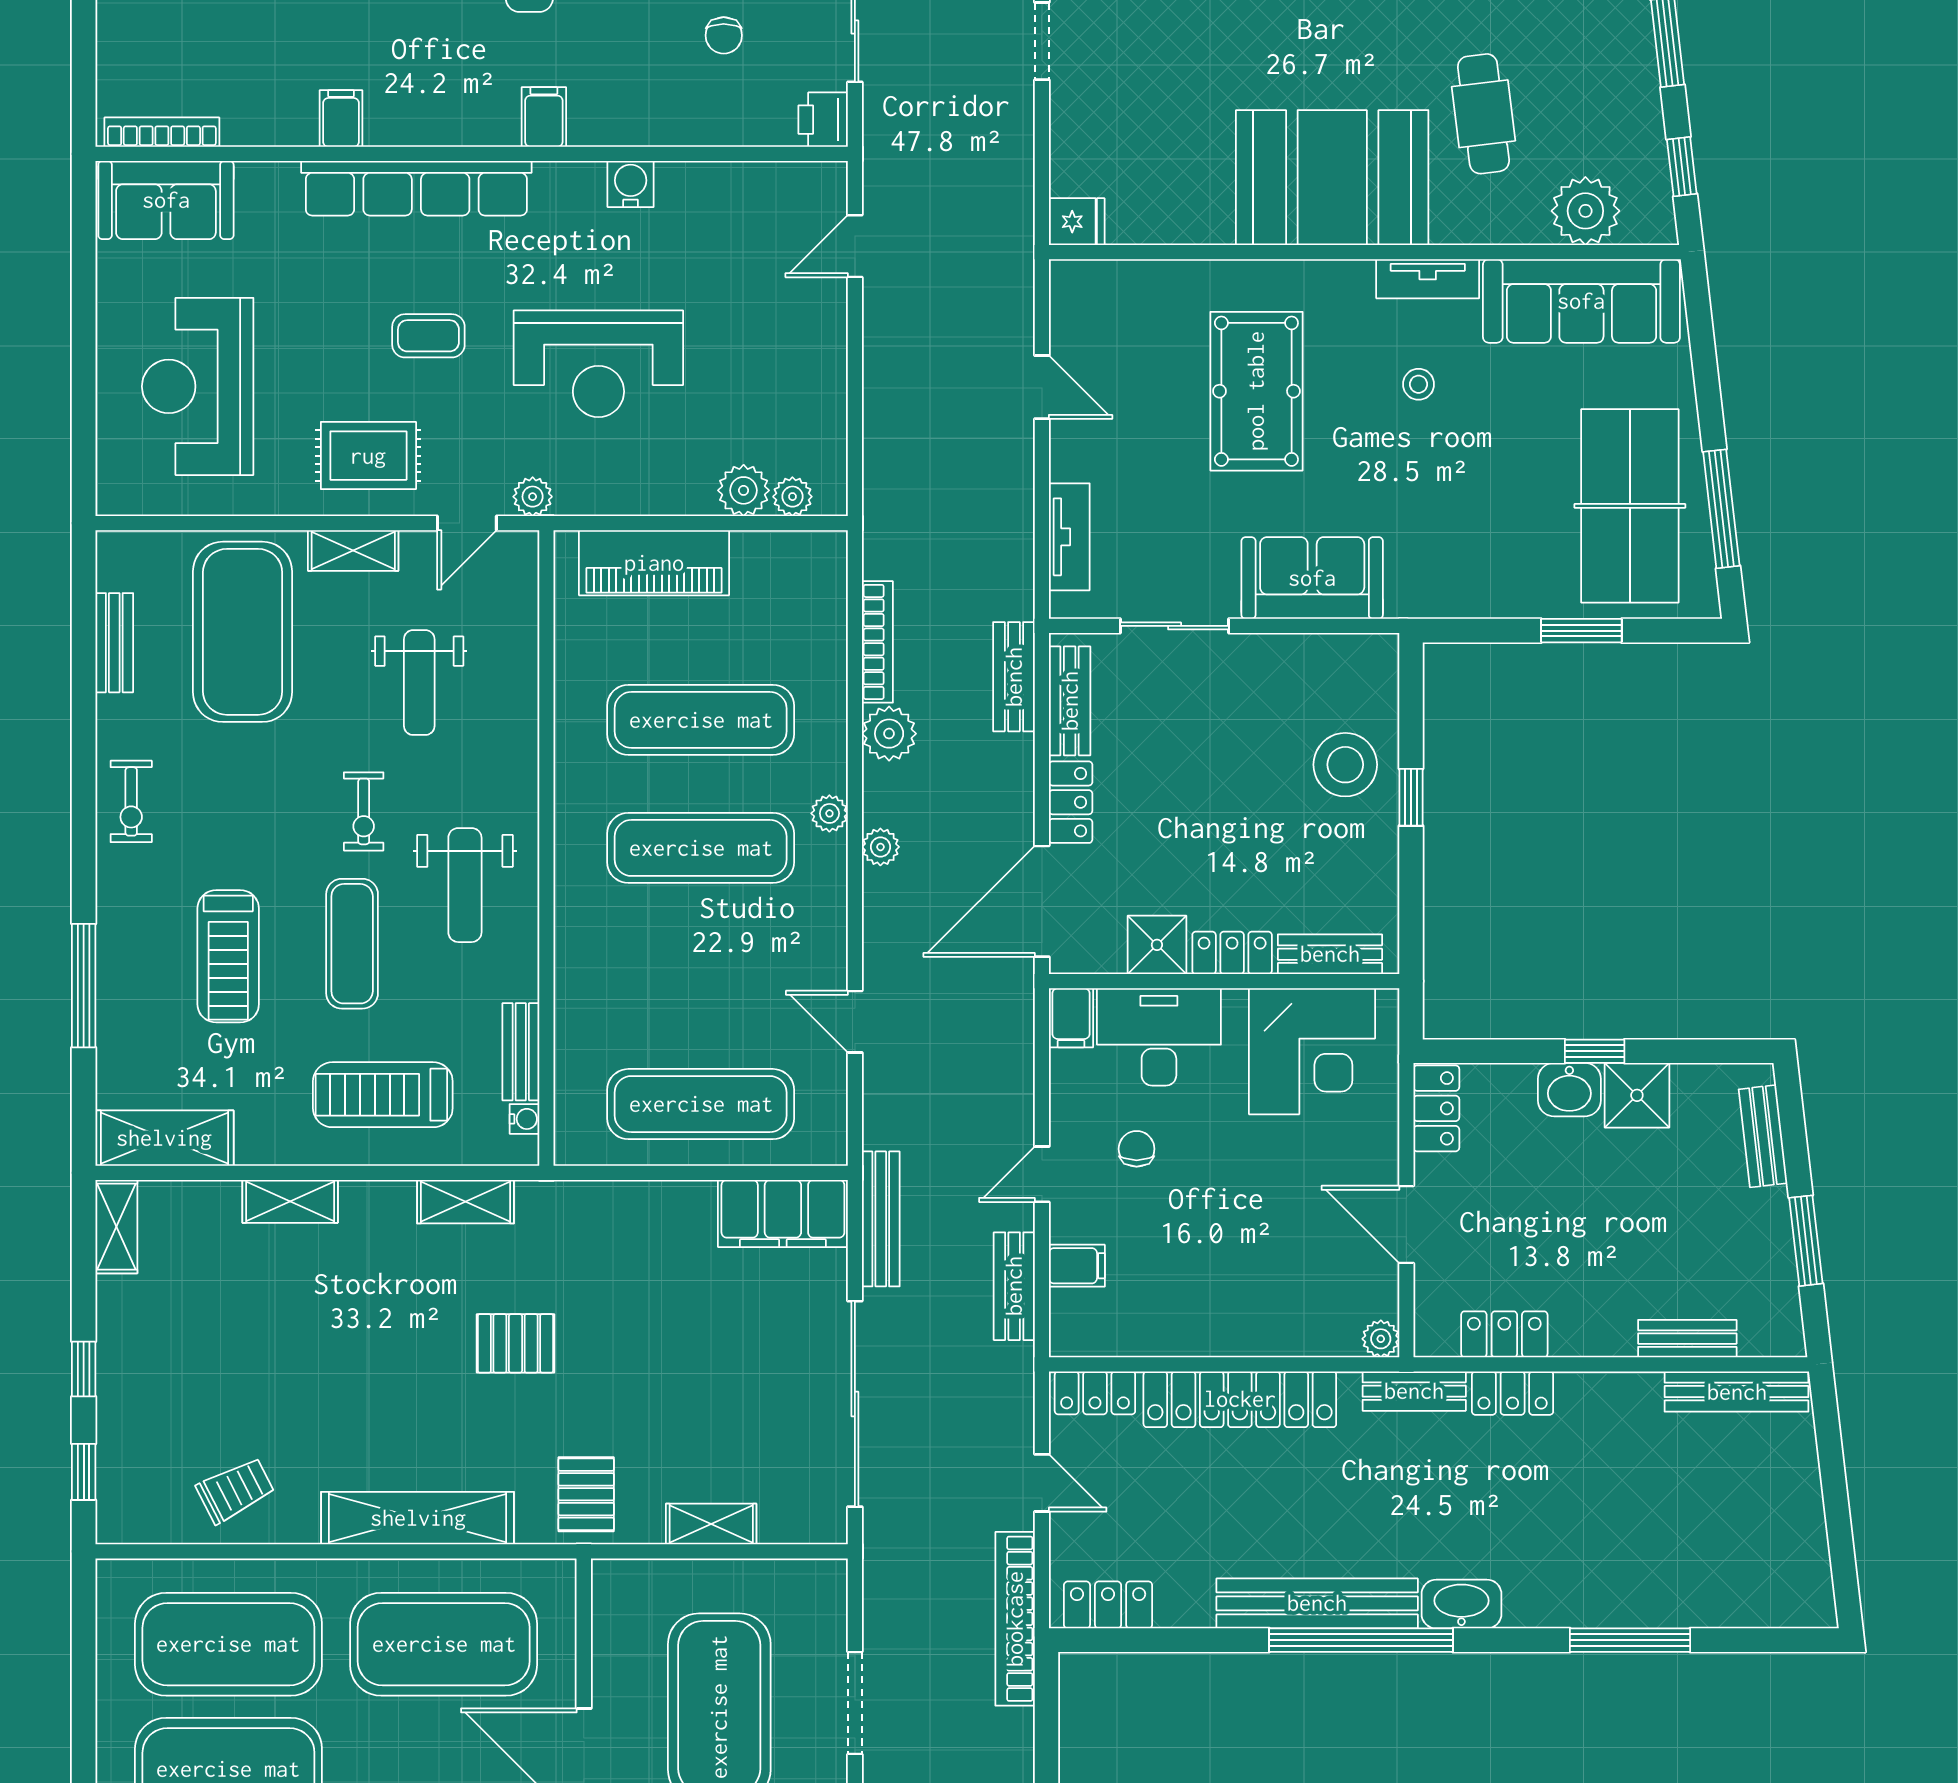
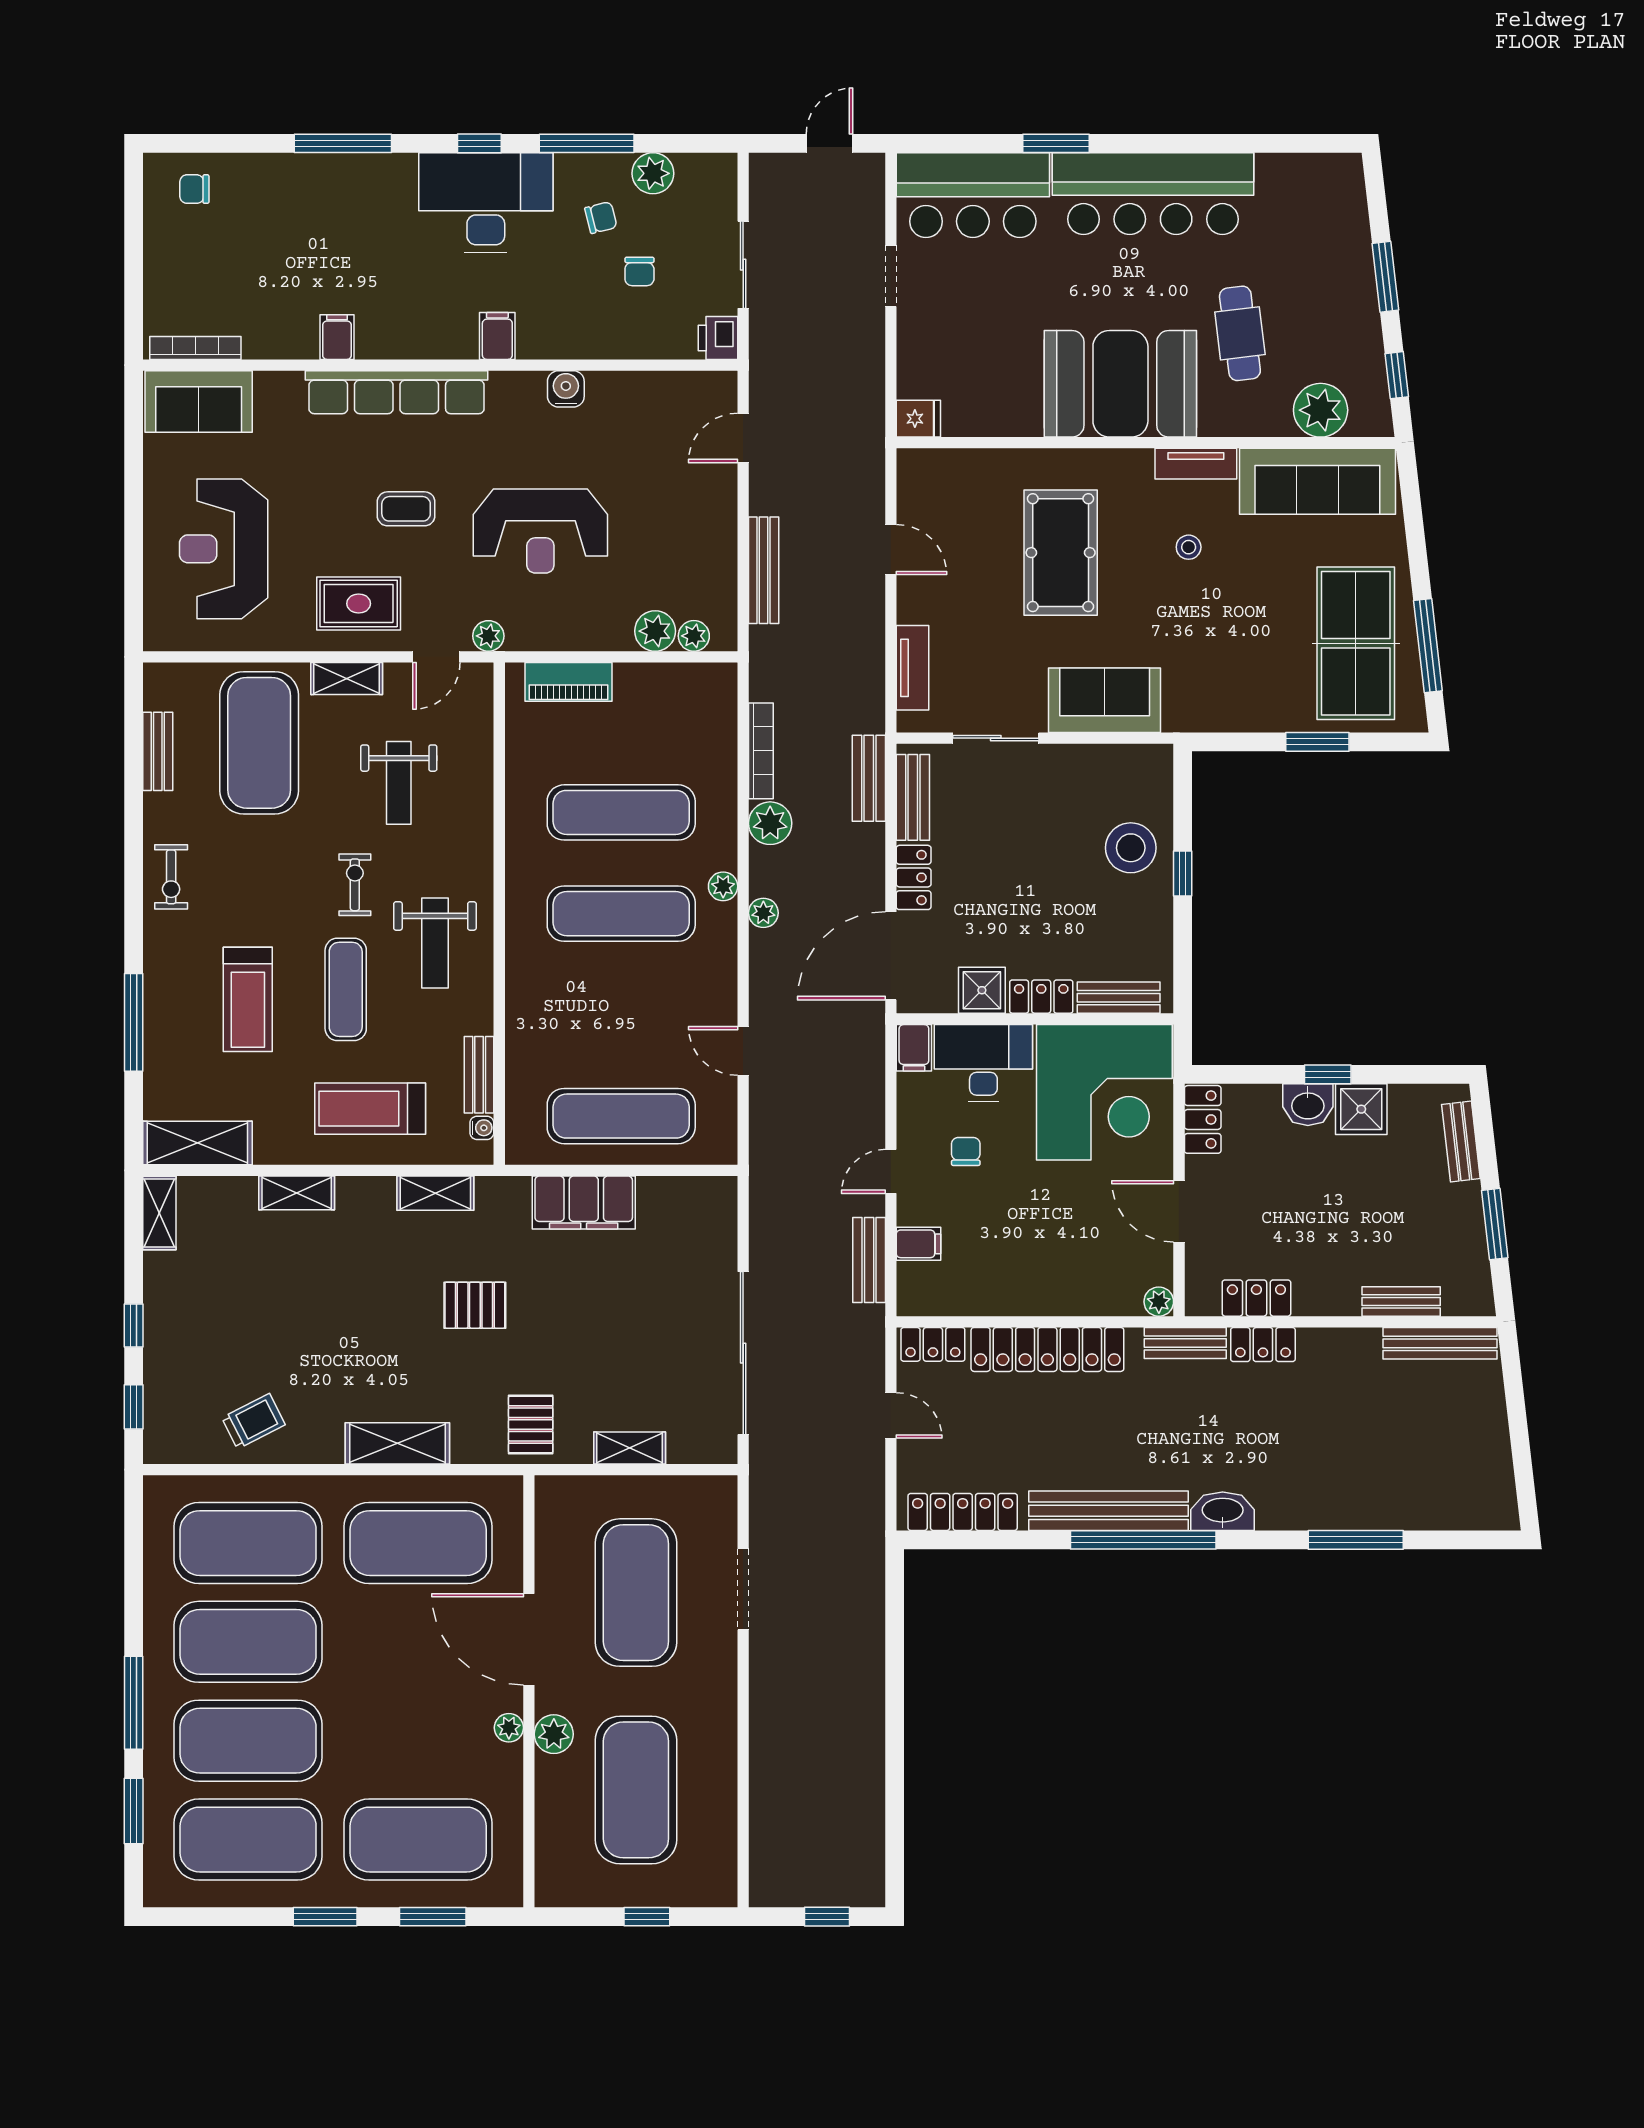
piano: (654, 563) -> (568, 682), width x0.73, depth x0.75
exercise bike: (364, 811) -> (355, 885), turned 180
corner desk: (1312, 1051) -> (1104, 1092), width x1.36, depth x1.36
filing cabinet: (783, 1213) -> (584, 1203), moved
bench: (881, 1219) -> (764, 570), moved
shelving: (418, 1518) -> (397, 1443), width x0.68
locker: (1108, 1605) -> (963, 1512), width x1.53
bookcase: (1015, 1619) -> (870, 1523), removed

